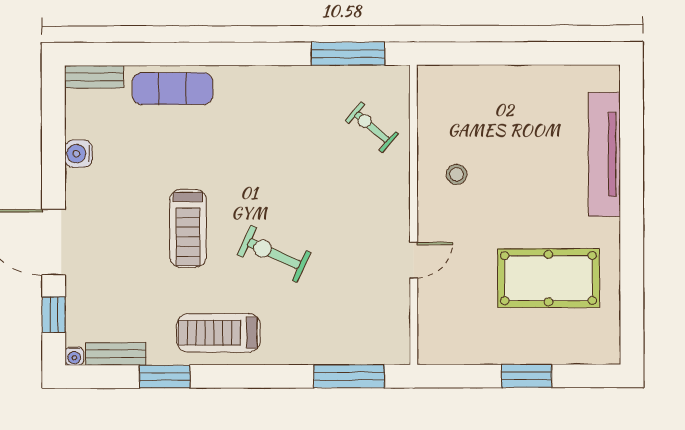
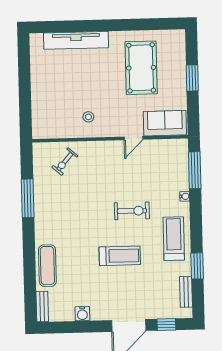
window: (348, 54) -> (28, 198), moved
exercise bike: (274, 254) -> (132, 211), turned -115
door: (414, 260) -> (133, 138), swing flipped
sofa: (441, 321) -> (165, 123), added
treadmill: (218, 333) -> (174, 239), turned 180
water cooler: (74, 356) -> (185, 196), moved

